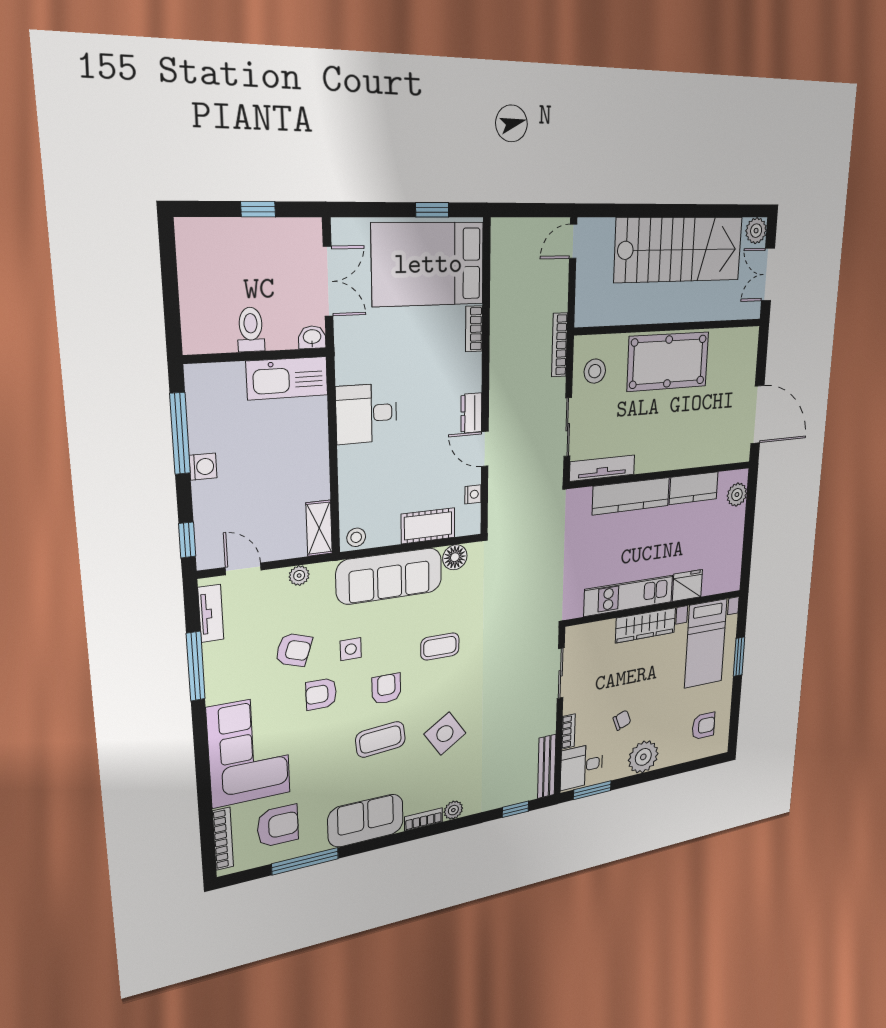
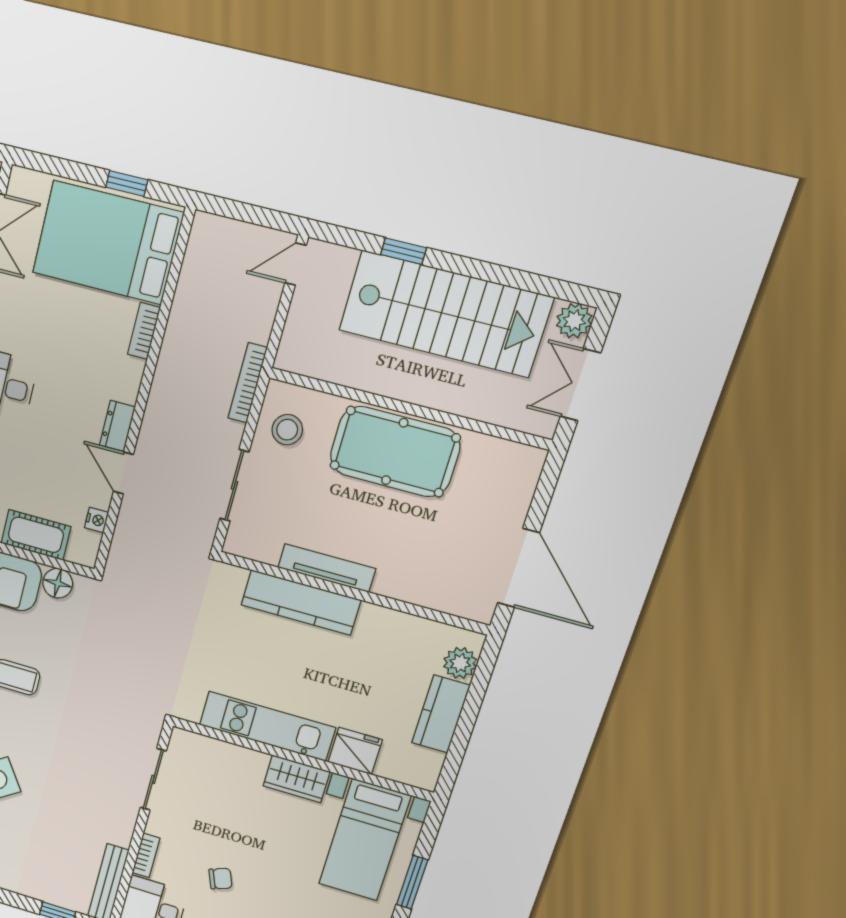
window: (643, 210) -> (404, 251), added
tv unit: (602, 468) -> (327, 568), moved
kitchen counter: (694, 488) -> (441, 714), moved, turned 90
wardrobe: (646, 625) -> (297, 779), width x0.67

